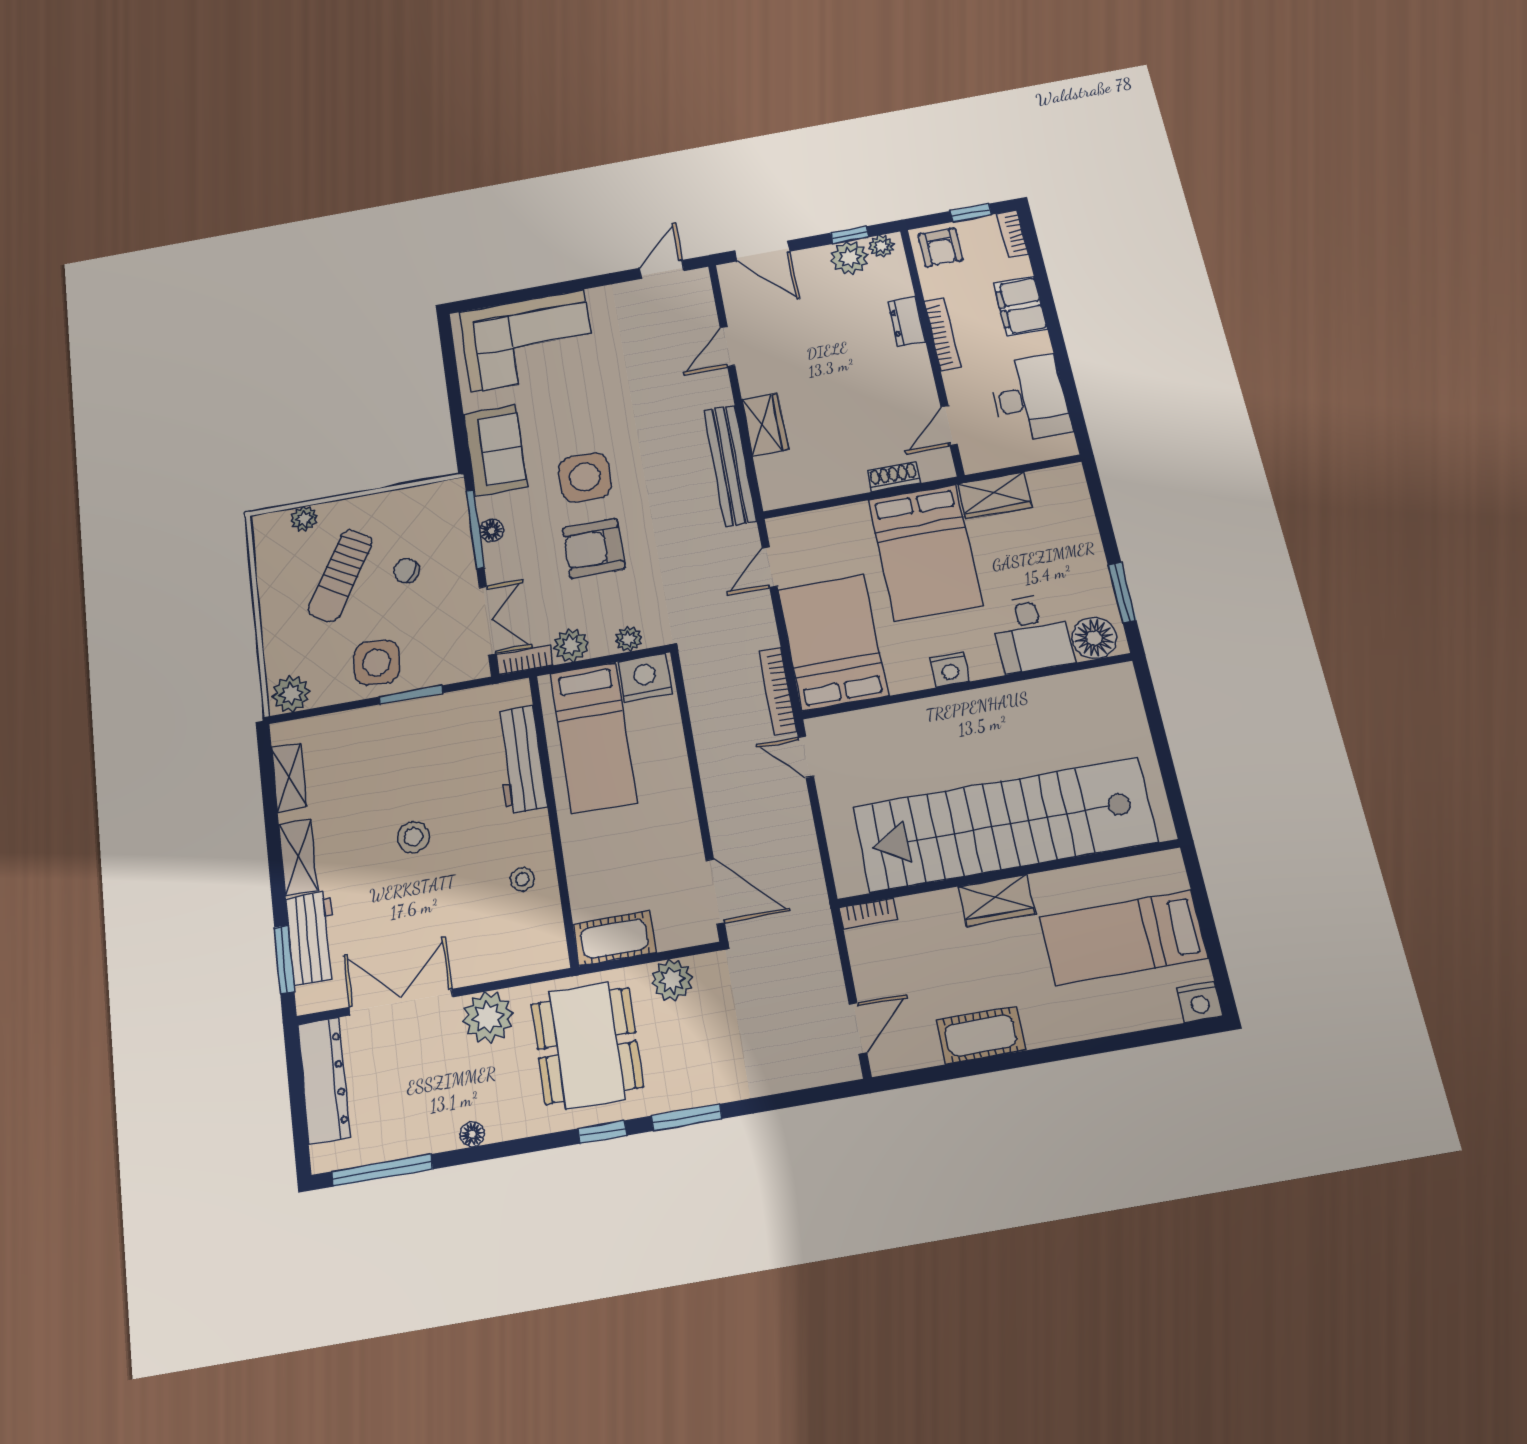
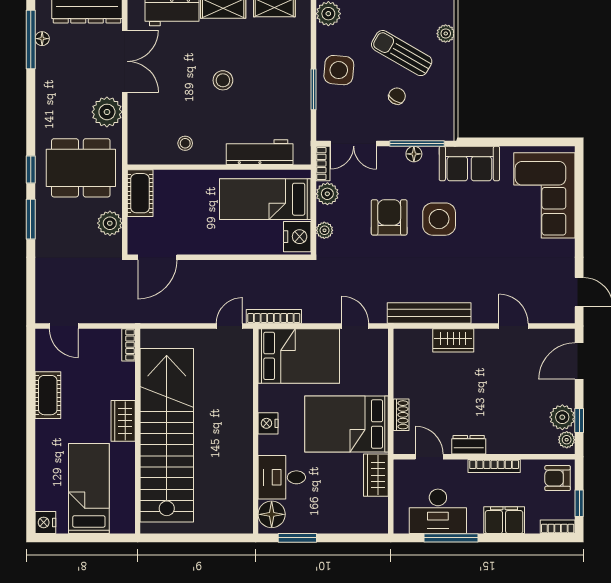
dresser: (906, 322) -> (469, 445), moved
window: (1066, 373) -> (451, 538), added
floor lamp: (472, 1134) -> (42, 39), moved

